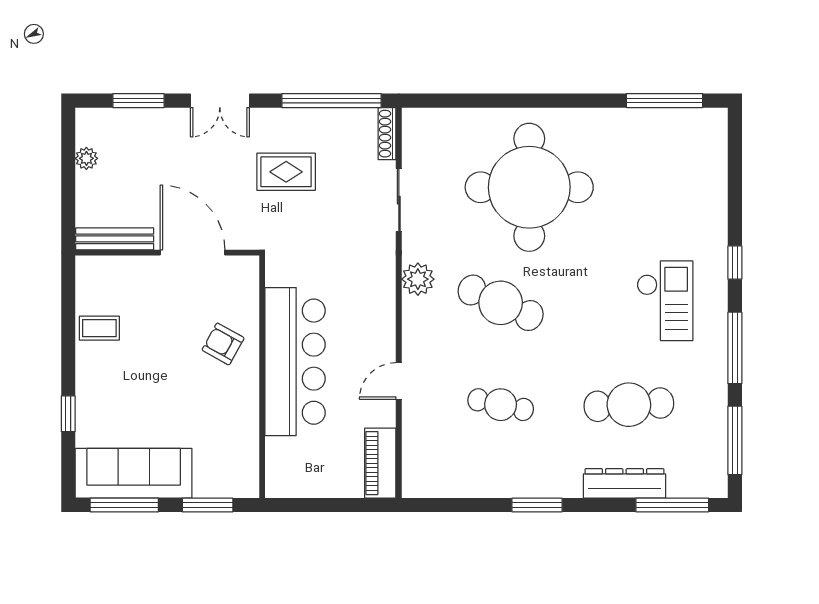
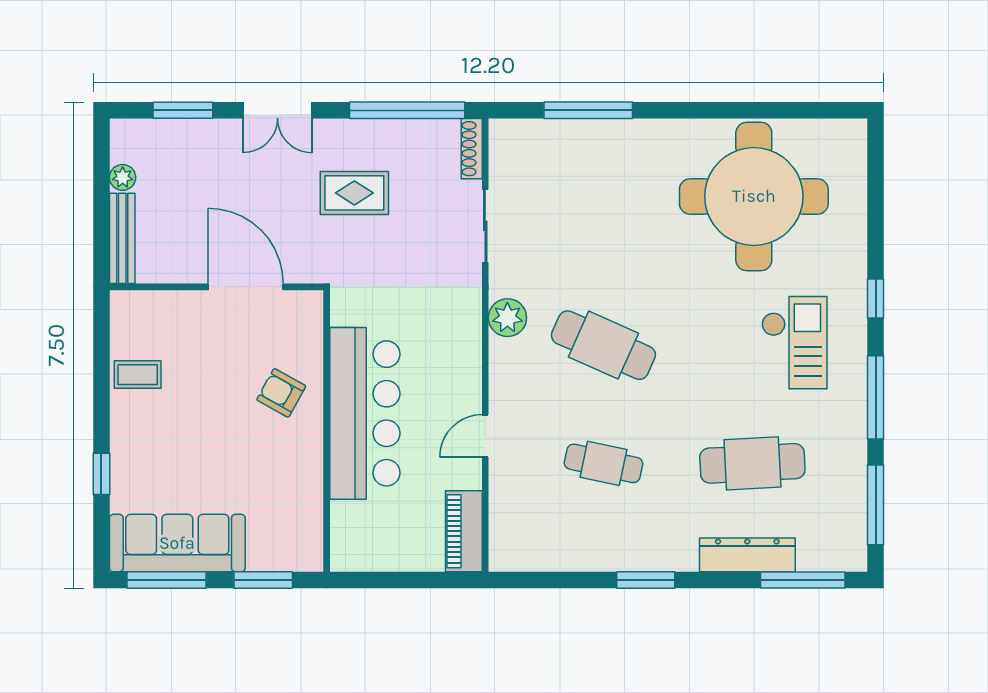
window: (664, 101) -> (588, 110), moved
round table: (529, 187) -> (754, 196), moved
bench: (115, 239) -> (122, 238), moved, turned 90

